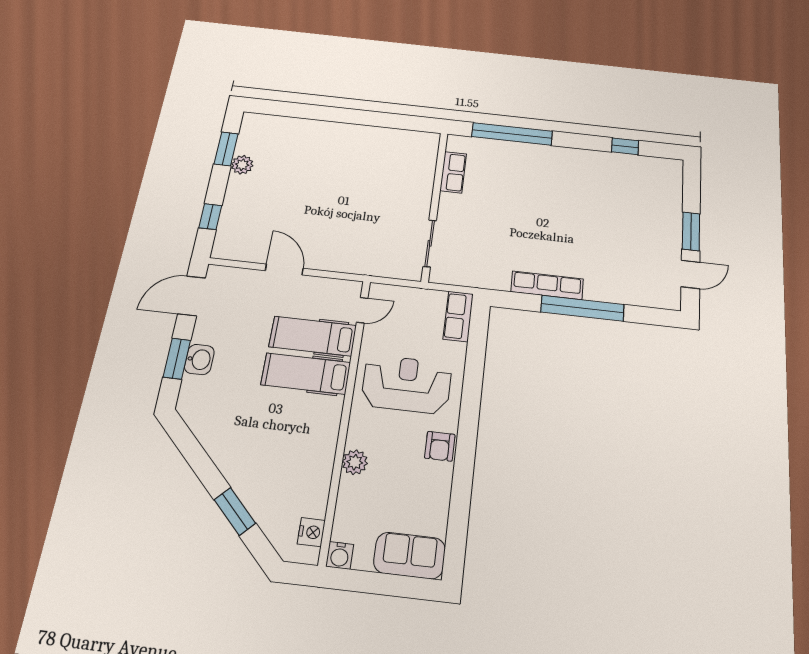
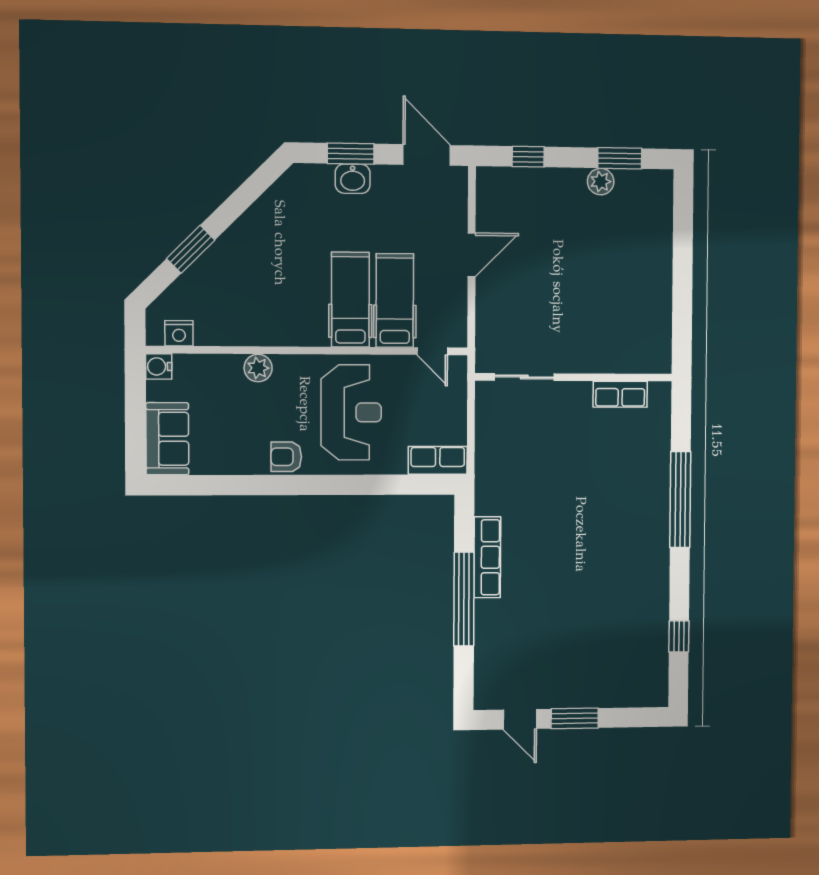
row of seats: (453, 172) -> (620, 394), moved
wall: (435, 205) -> (574, 377), moved
sliding door: (430, 243) -> (524, 377), moved

